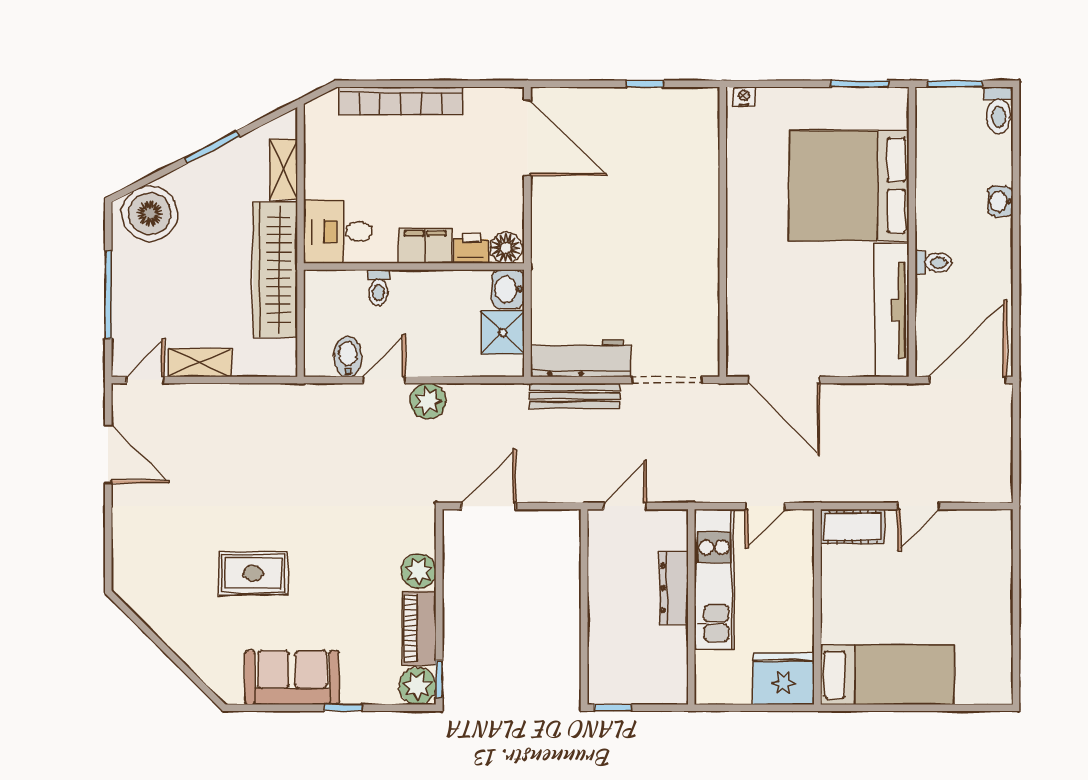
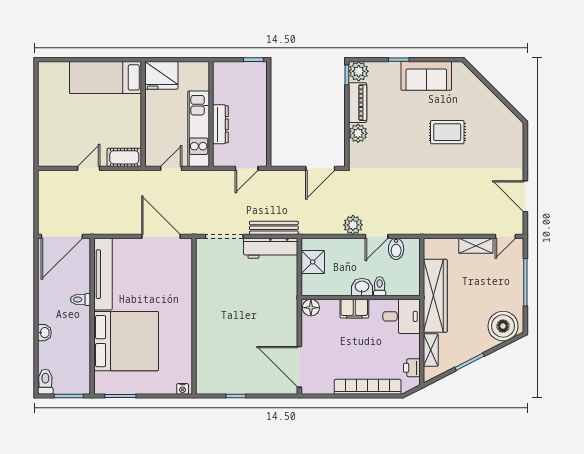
printer: (471, 248) -> (412, 368), moved, turned 90
washbasin: (508, 289) -> (362, 287), moved, turned -90

